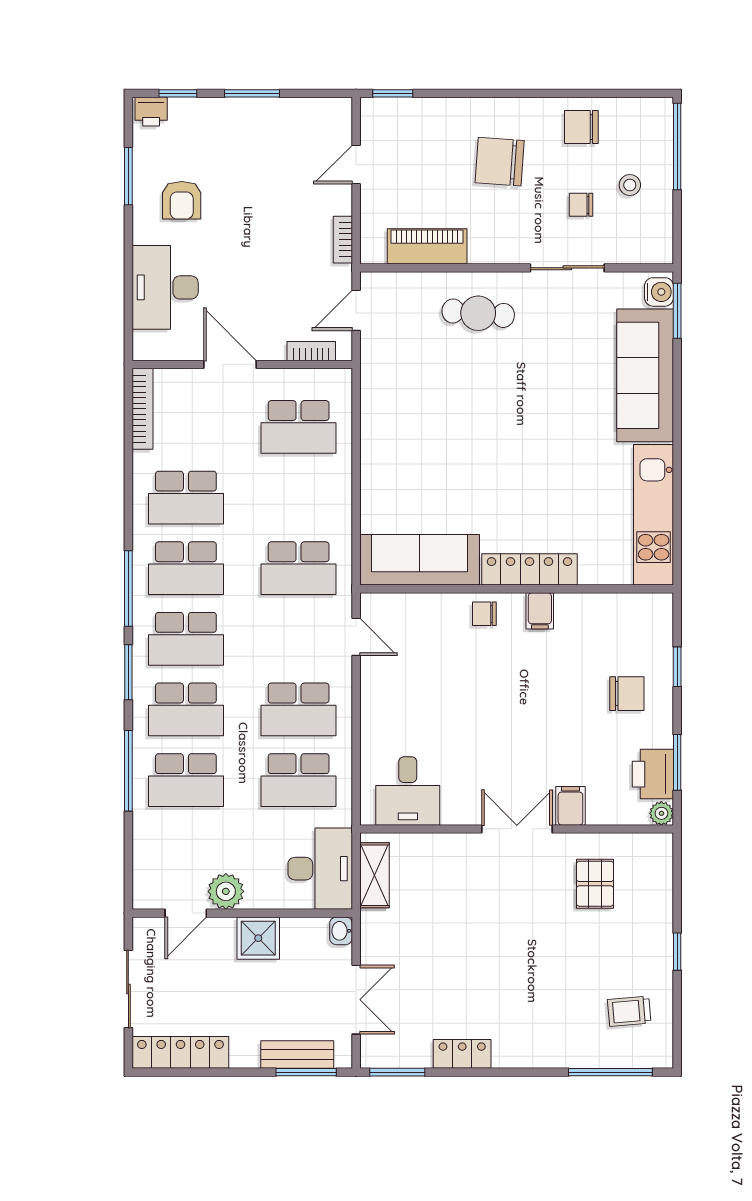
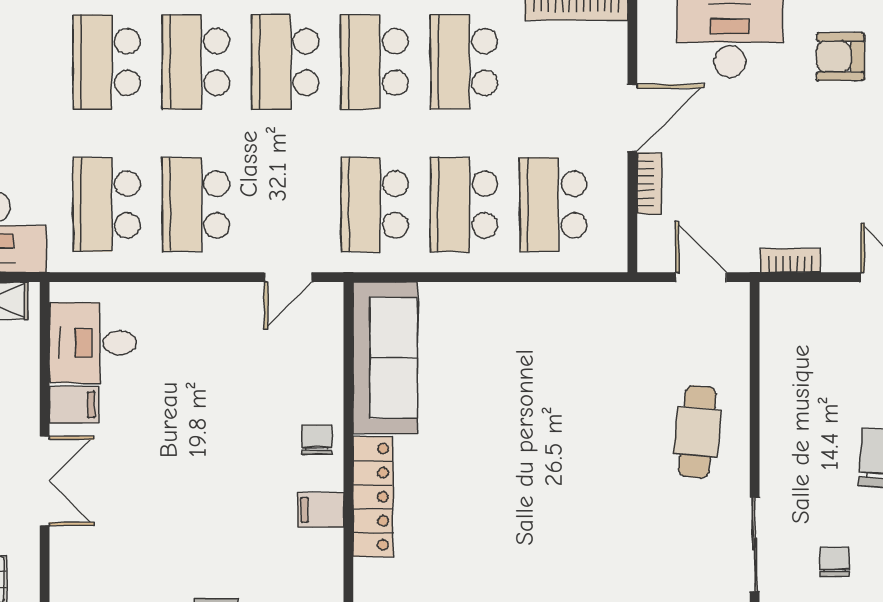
piano: (427, 246) -> (782, 367), removed
bookcase: (311, 351) -> (649, 183), moved
school desk: (299, 498) -> (464, 205), added
filing cabinet: (570, 806) -> (74, 405), moved

